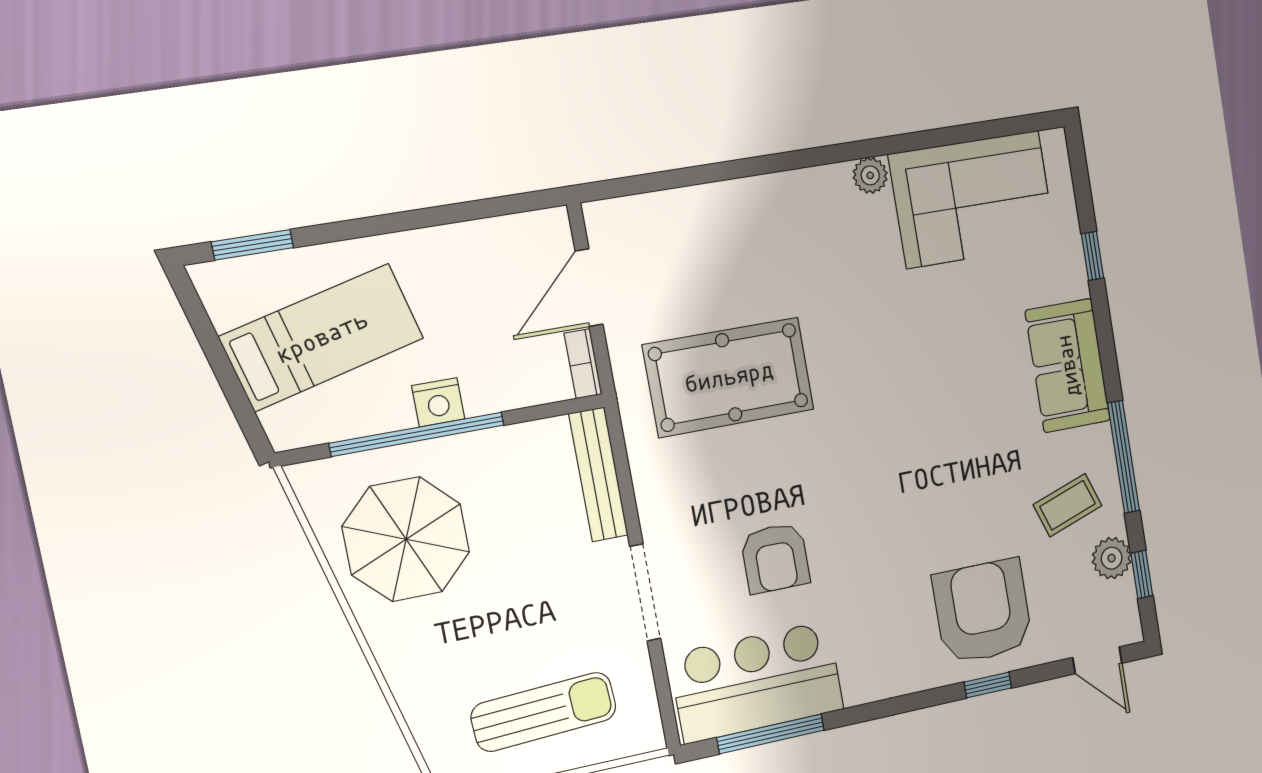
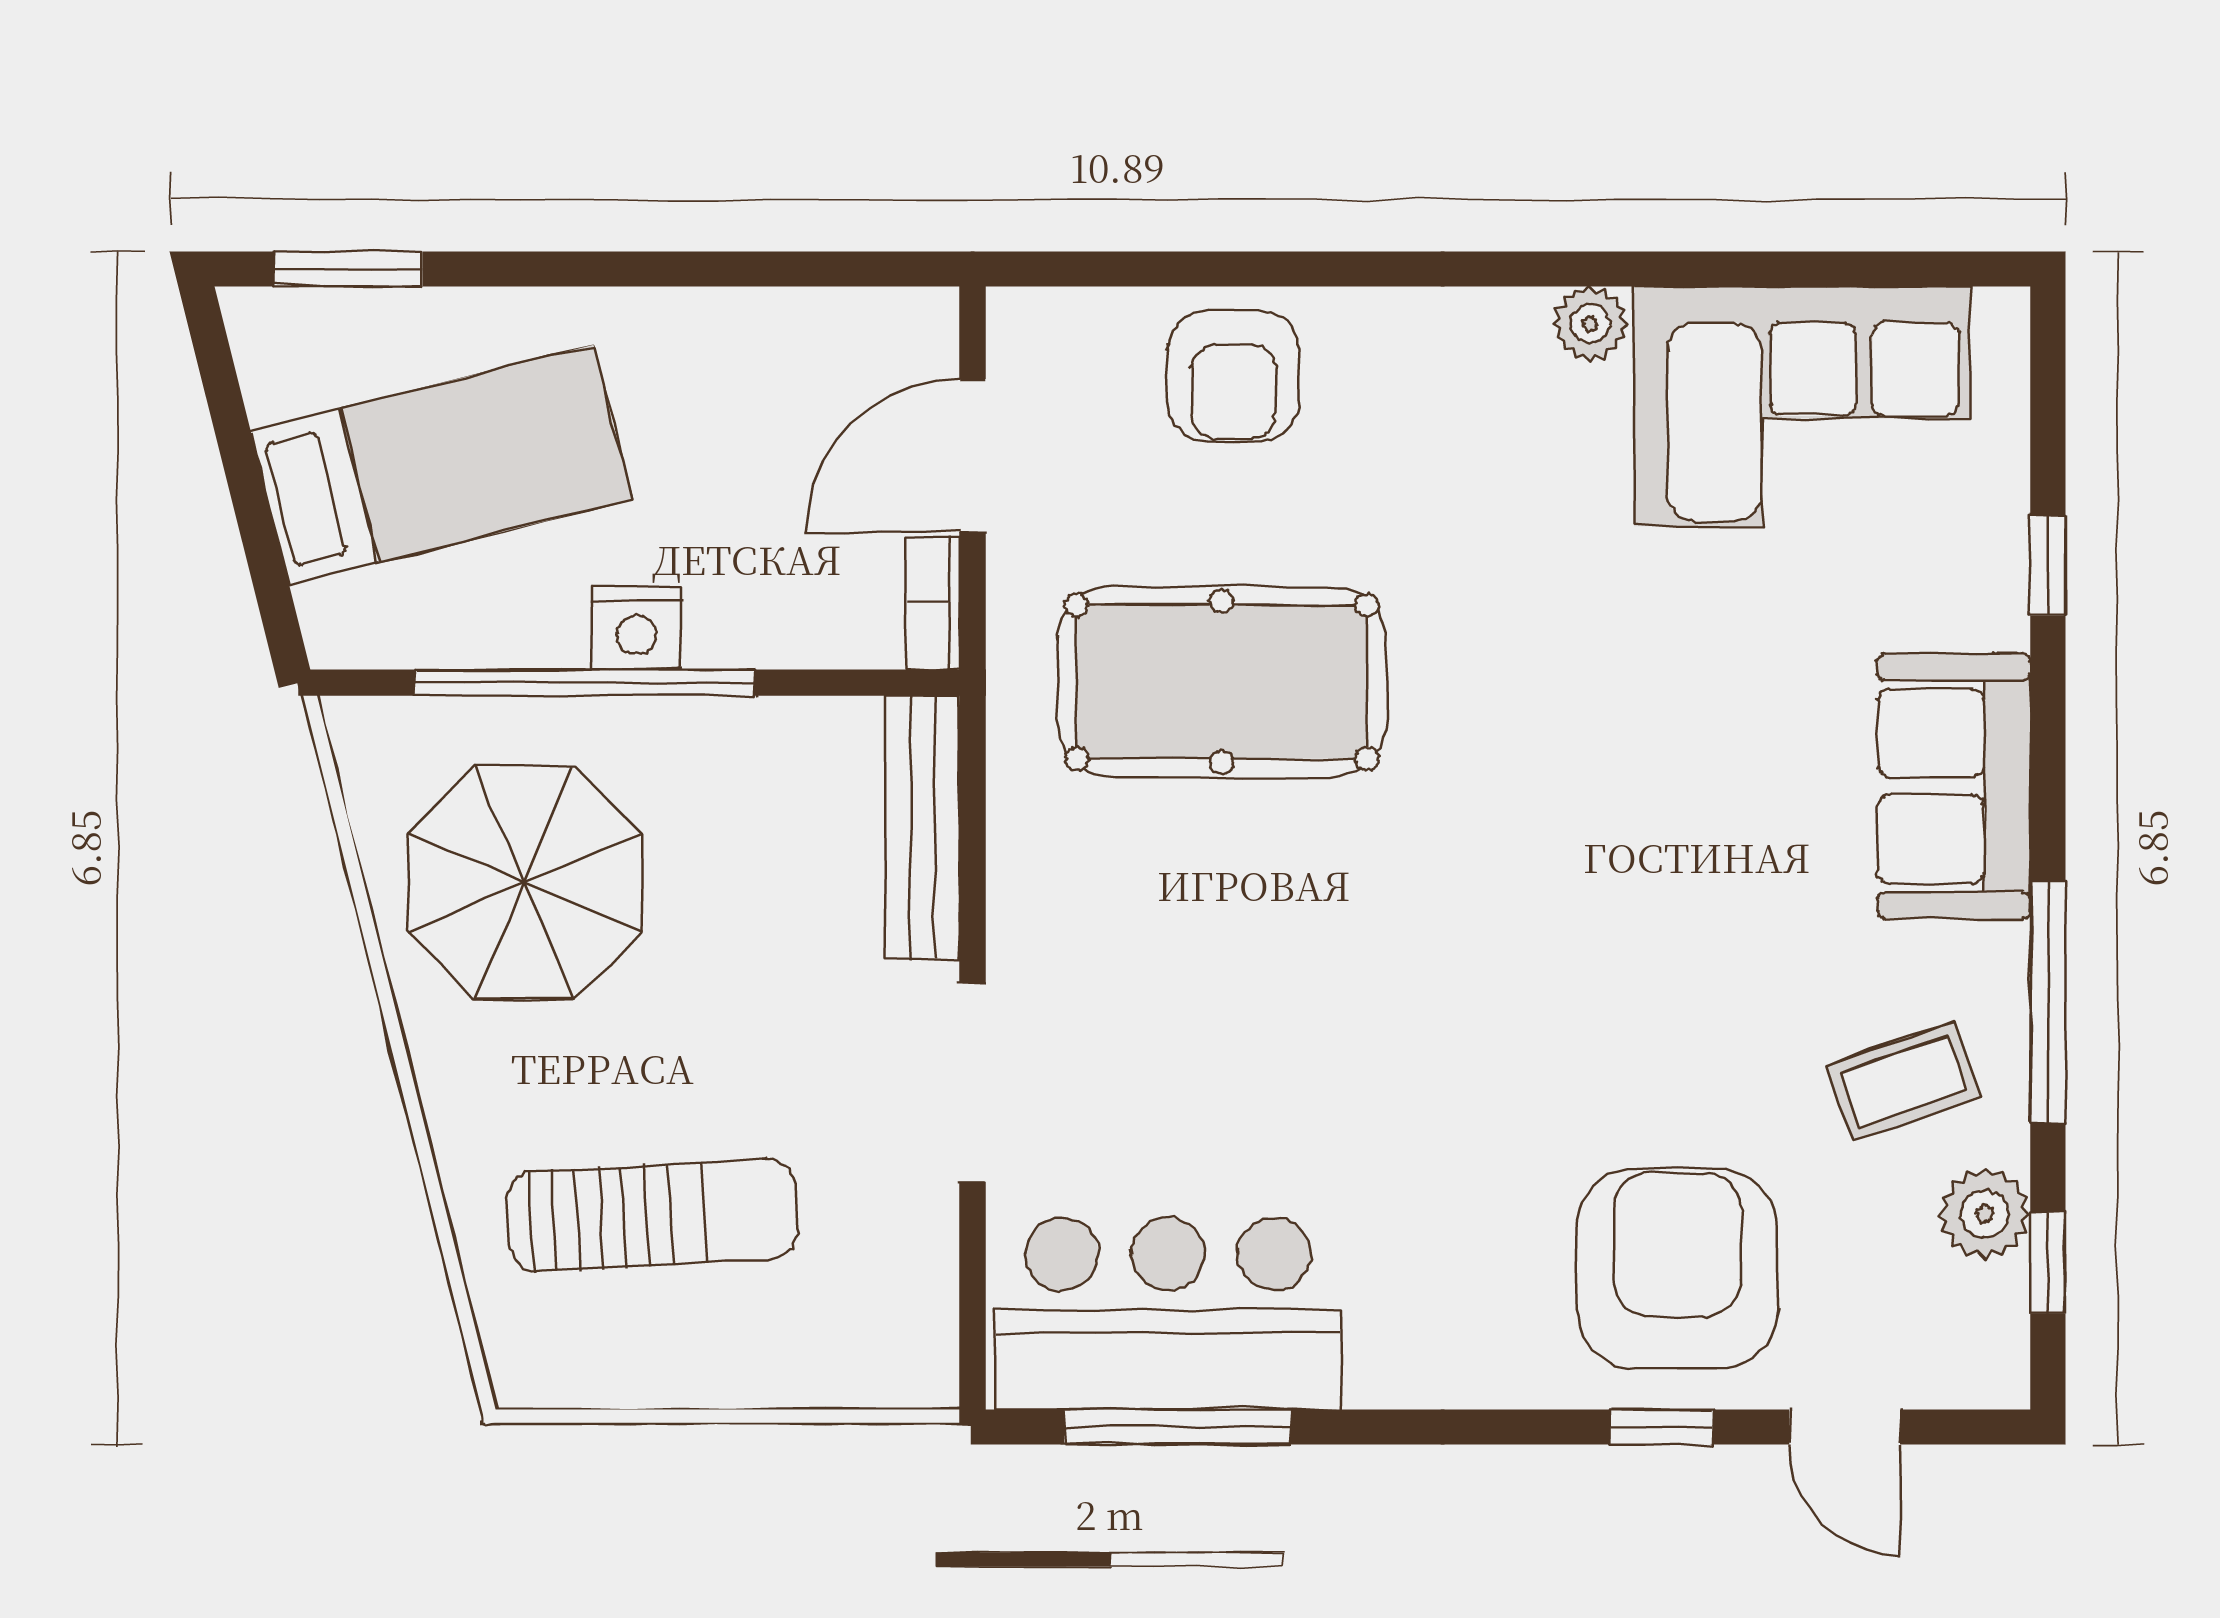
armchair: (775, 558) -> (1234, 376), moved
door: (1097, 660) -> (1845, 1427), moved
sun lounger: (544, 712) -> (652, 1215), moved

